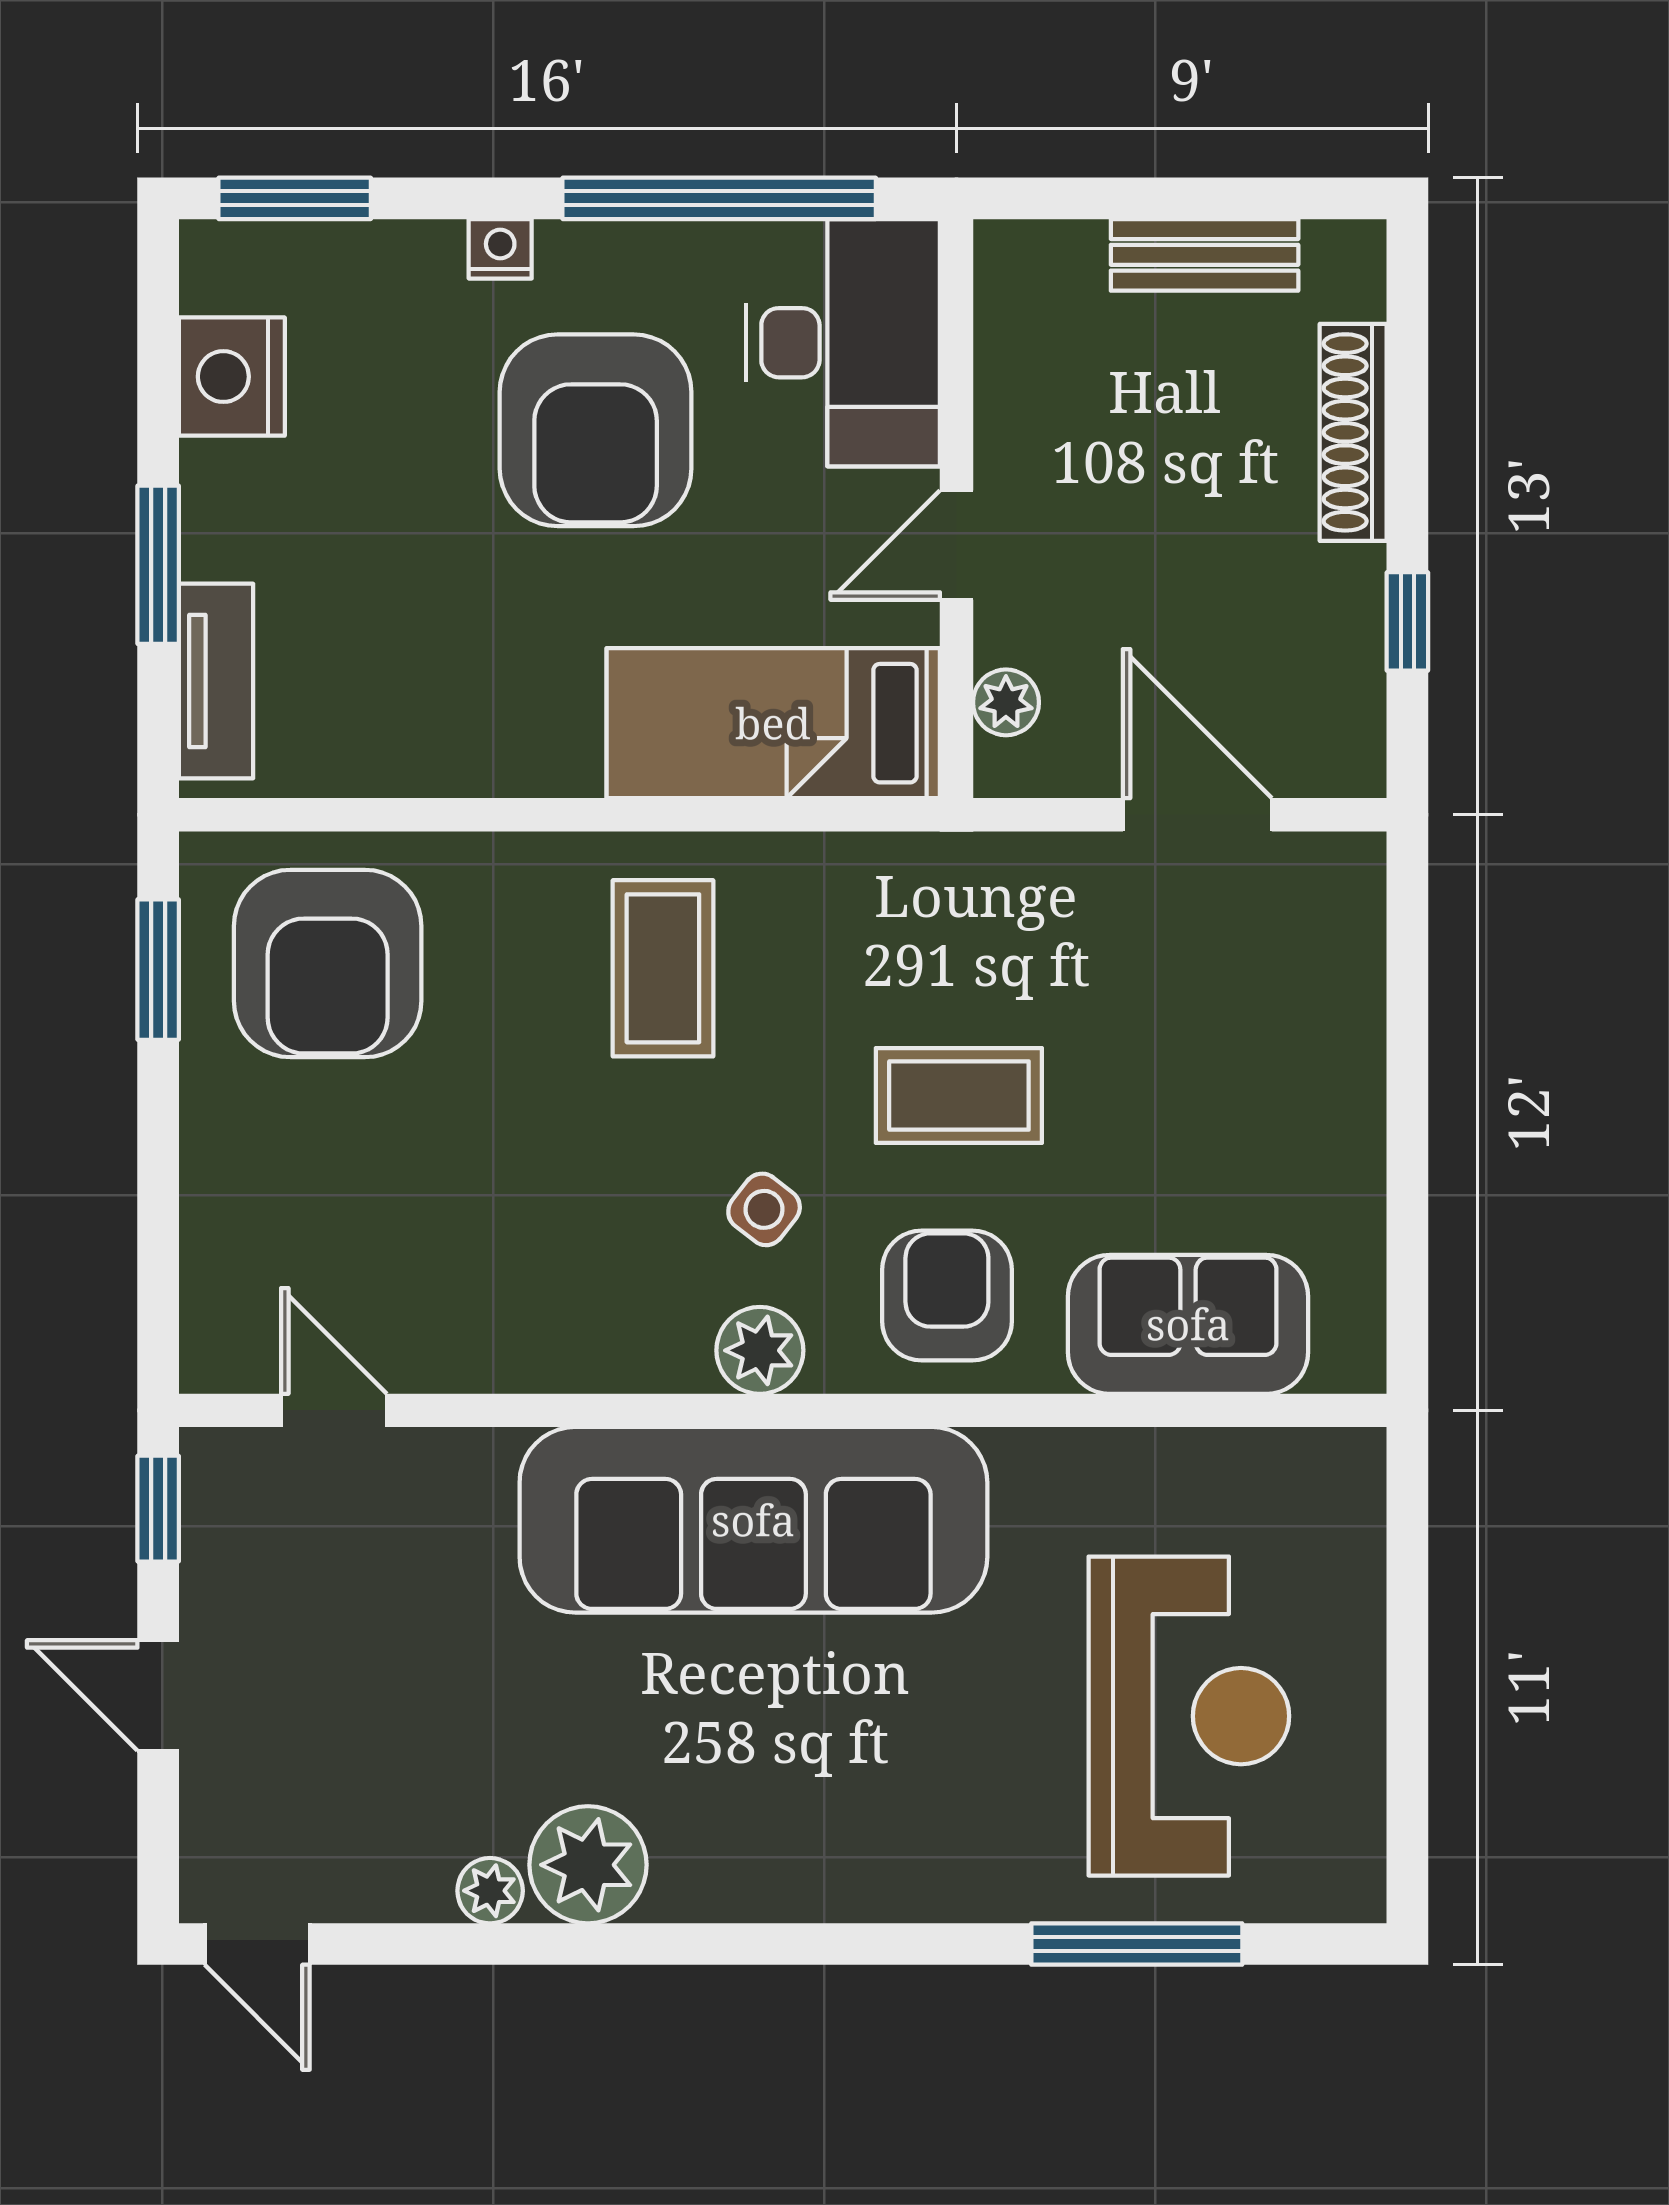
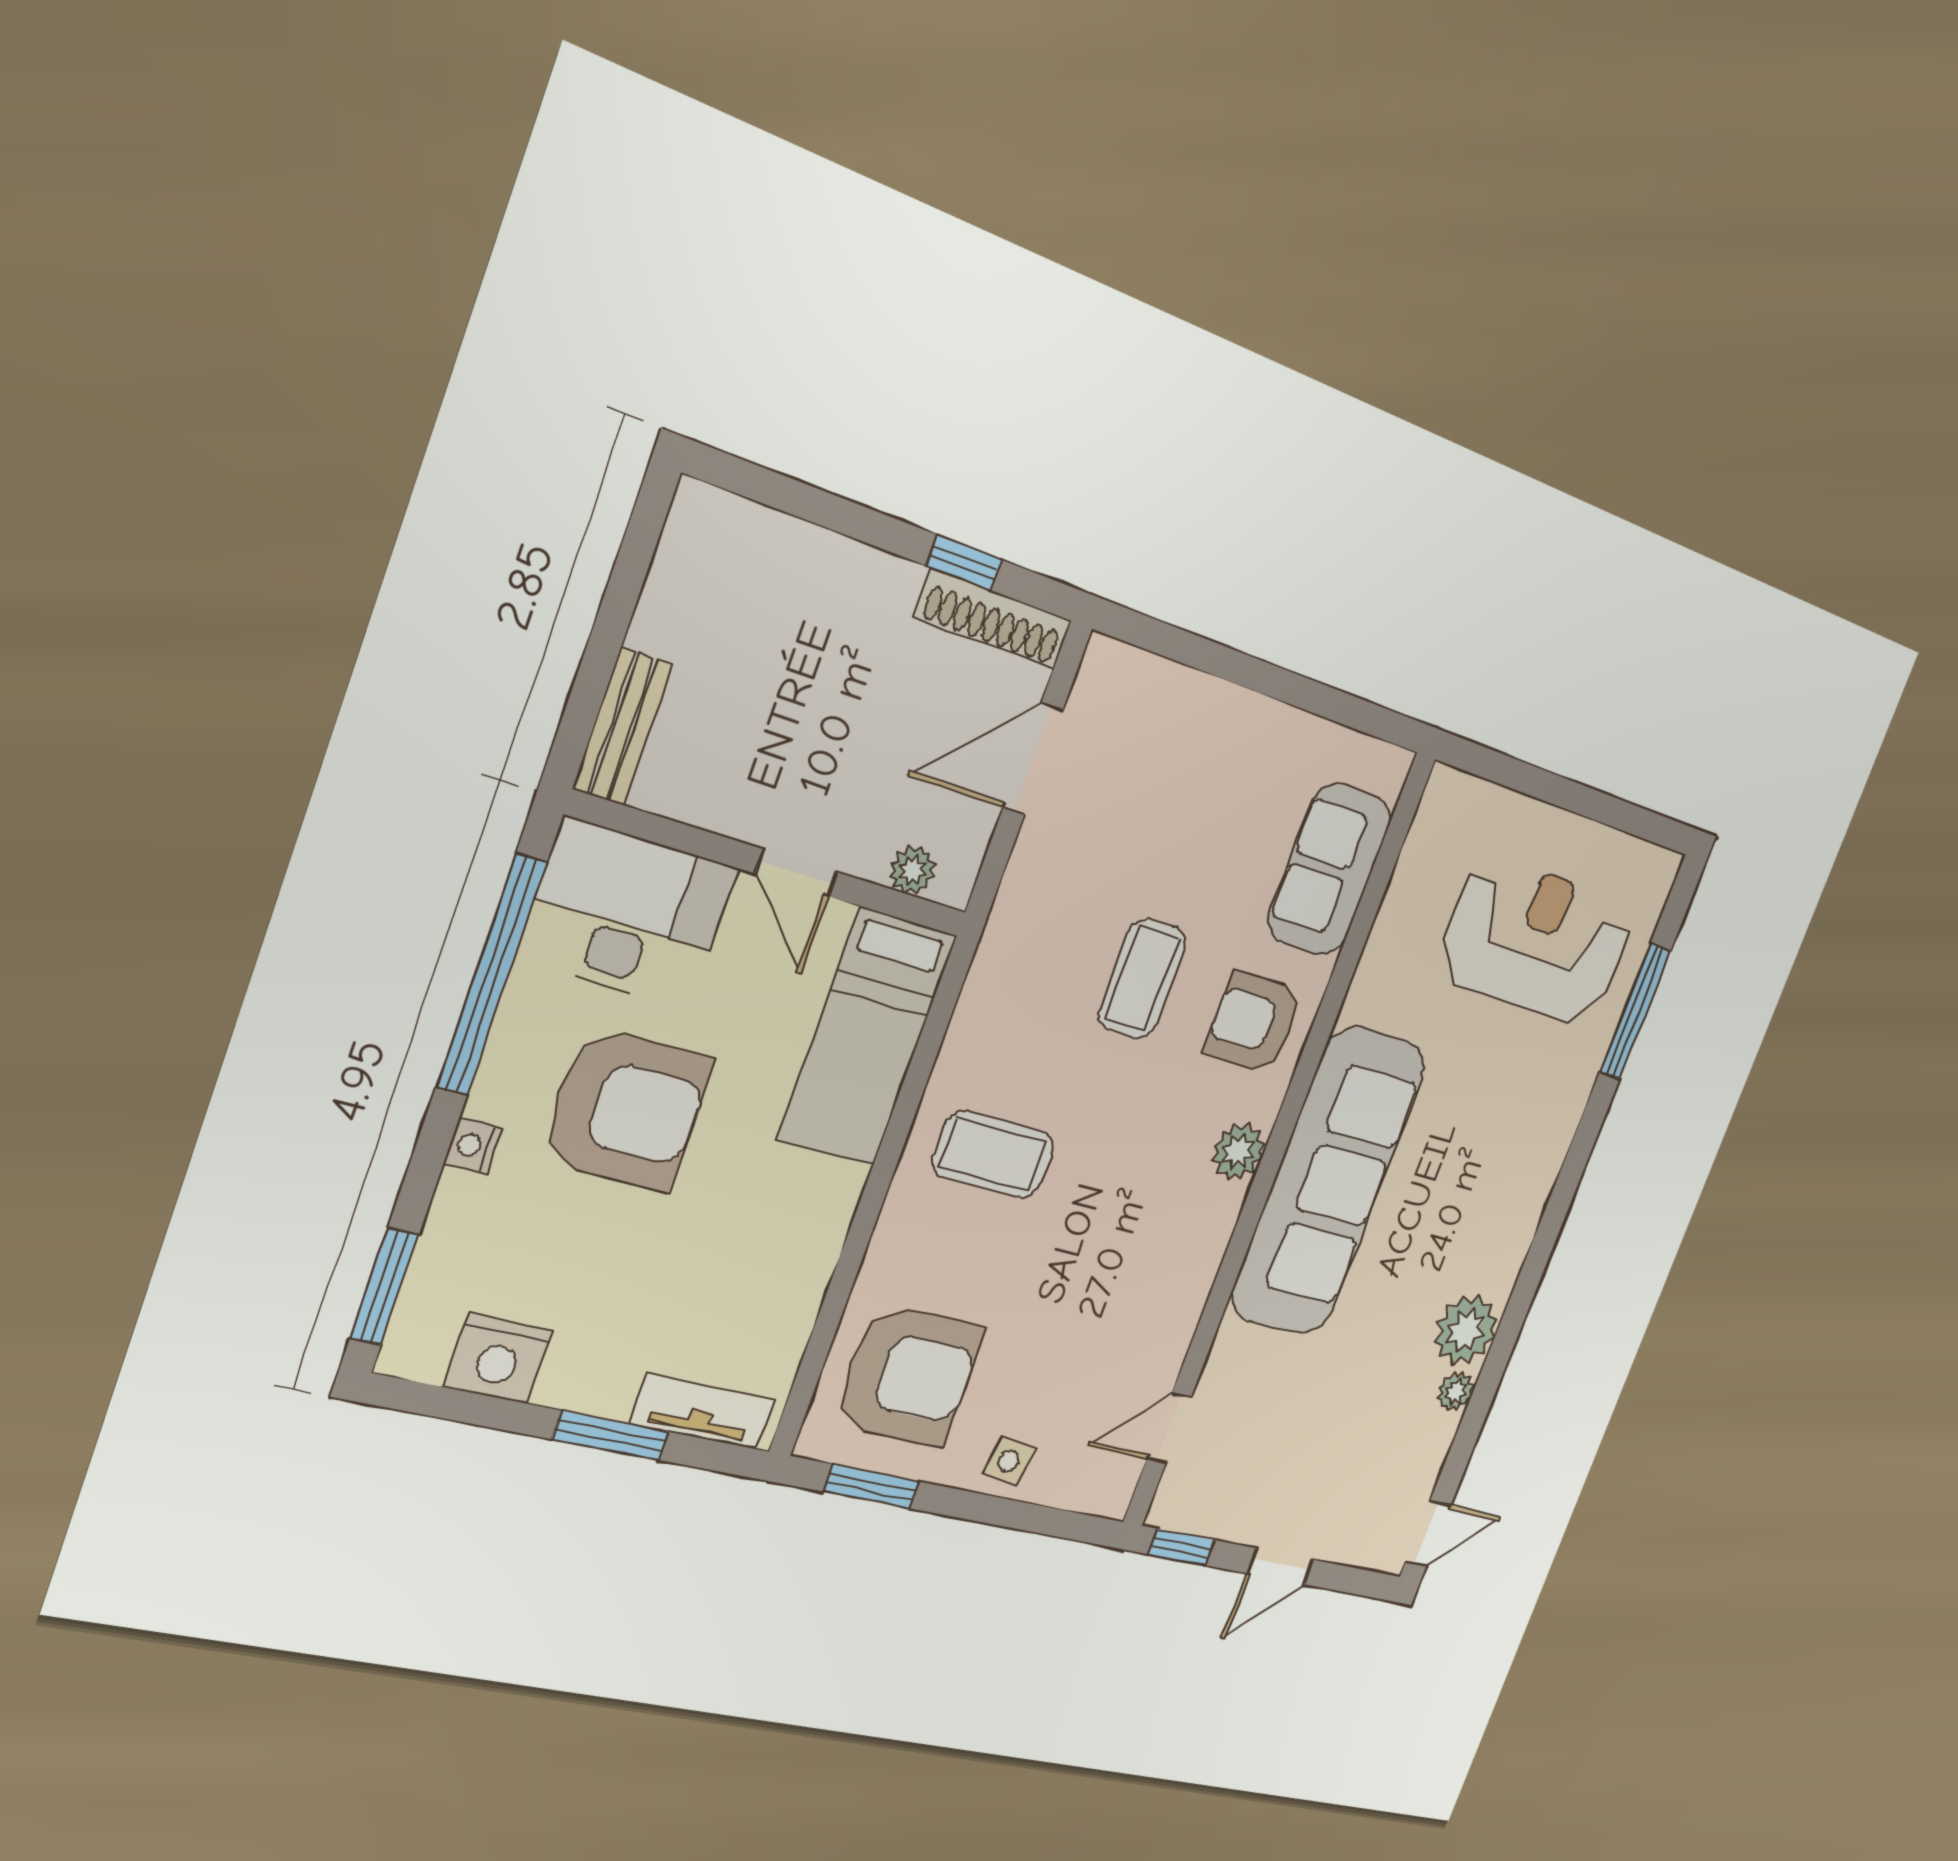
bench: (1205, 255) -> (622, 727), moved
shoe rack: (1353, 432) -> (993, 619), moved
side table: (764, 1209) -> (1009, 1461), moved, turned -30

